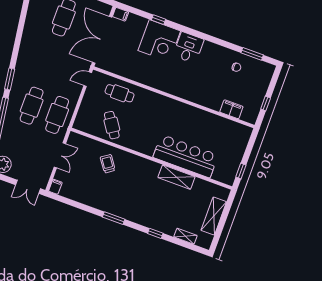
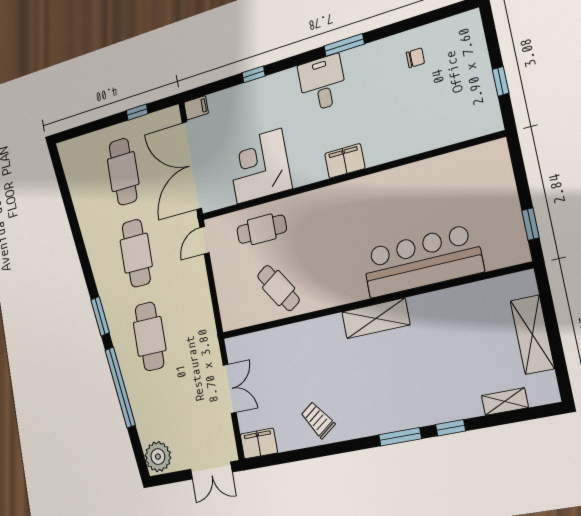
corner desk: (159, 41) -> (259, 166), moved, turned 180
window: (252, 54) -> (344, 45), moved
filing cabinet: (231, 109) -> (345, 161), moved
cafe table: (57, 115) -> (136, 253), moved
trolley: (108, 164) -> (318, 420), moved
shelving: (176, 177) -> (376, 318), moved
filing cabinet: (55, 187) -> (259, 443), width x2.00
window: (114, 218) -> (400, 437), moved

